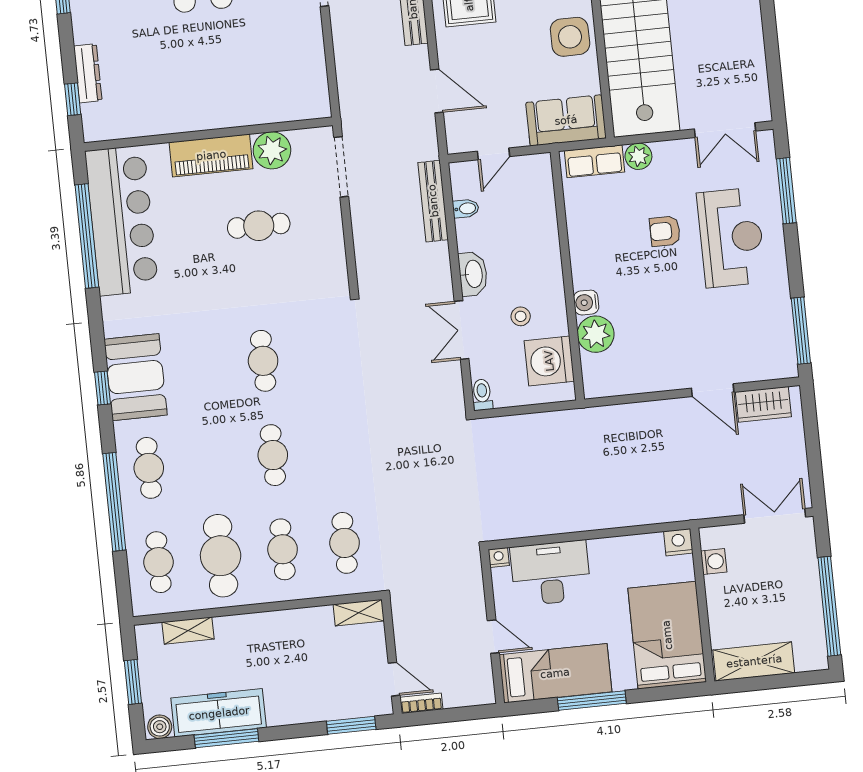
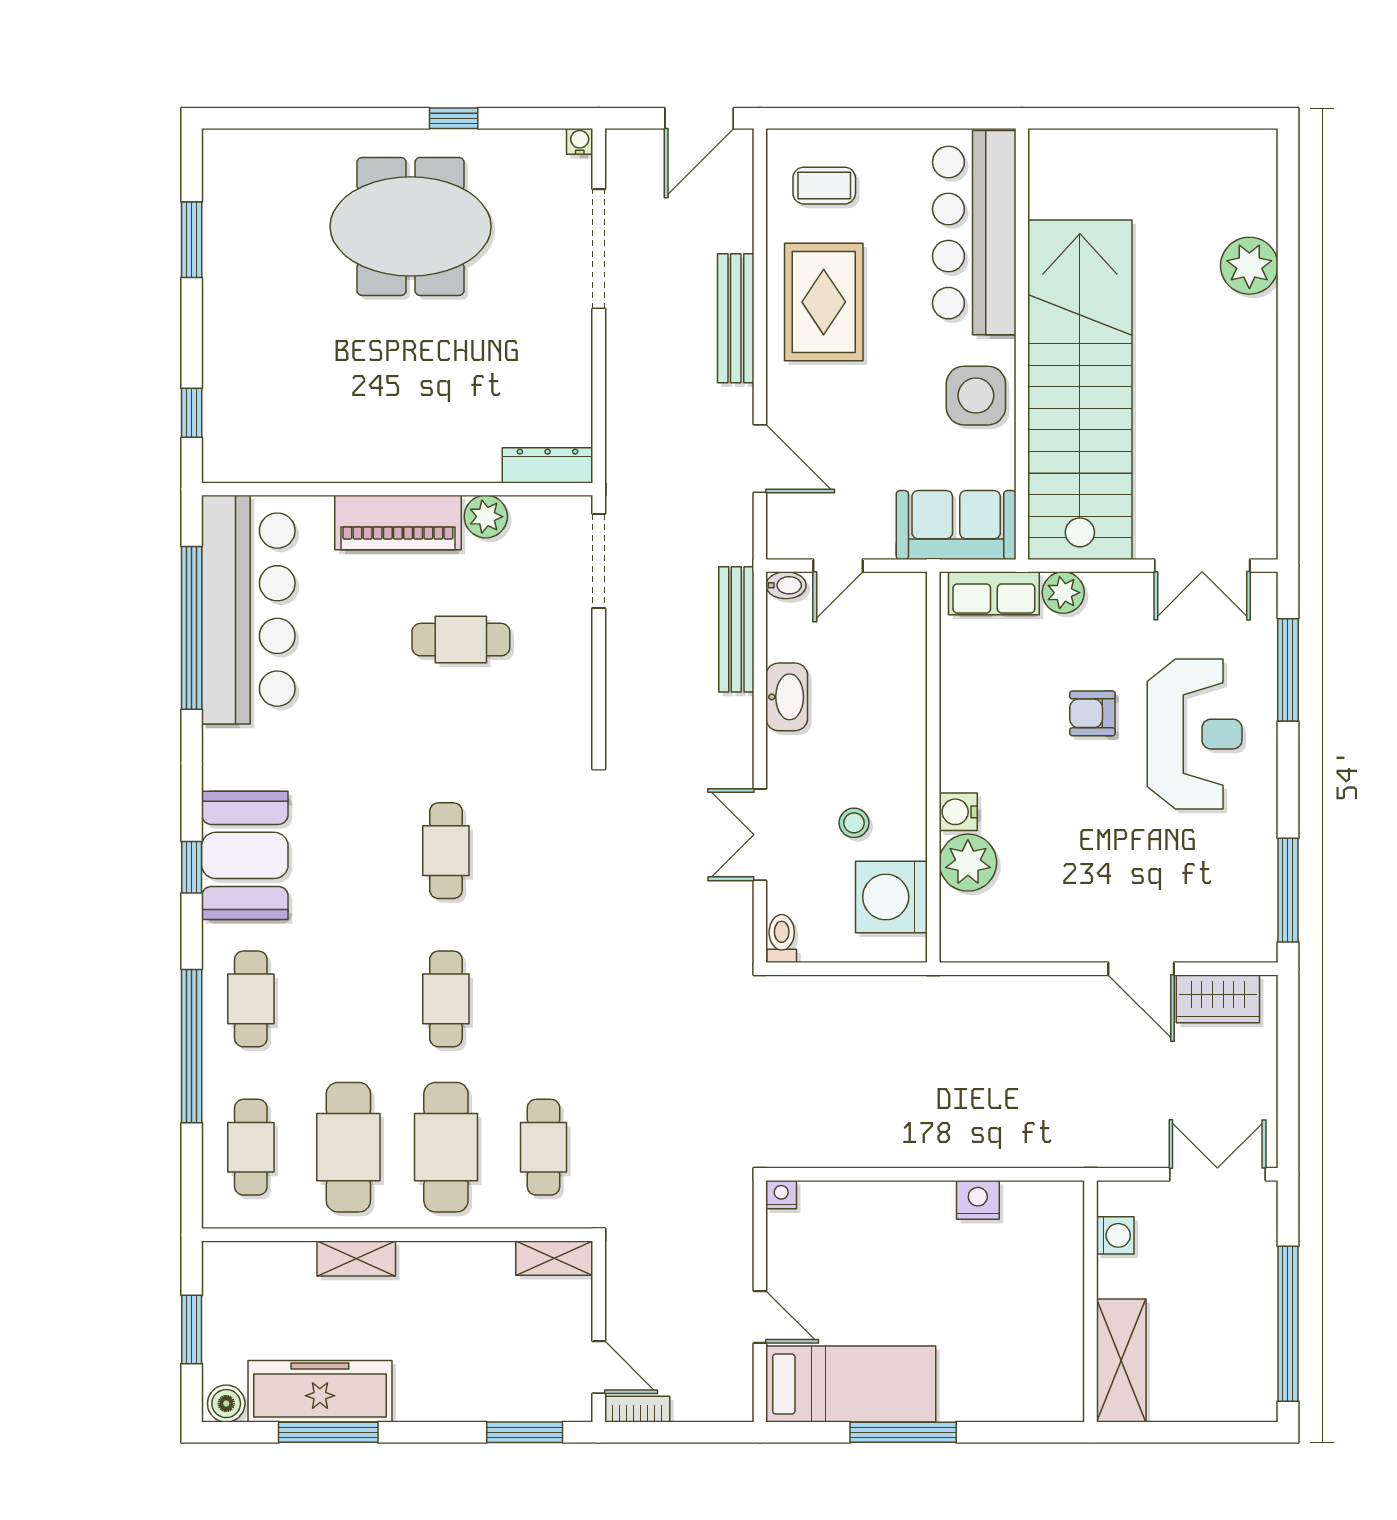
dresser: (88, 73) -> (548, 465), moved, turned -90
plant: (272, 150) -> (486, 517), width x0.73, depth x0.73
bidet: (466, 208) -> (786, 585), moved
washbasin: (473, 274) -> (787, 697), moved
nightstand: (678, 542) -> (978, 1200), moved
cafe table: (283, 549) -> (446, 1147), width x1.37, depth x1.35
desk: (551, 573) -> (859, 1227), removed
shelving: (188, 631) -> (356, 1258), moved
bed: (667, 635) -> (1031, 1343), removed
shelving: (754, 661) -> (1121, 1360), moved, turned 90

